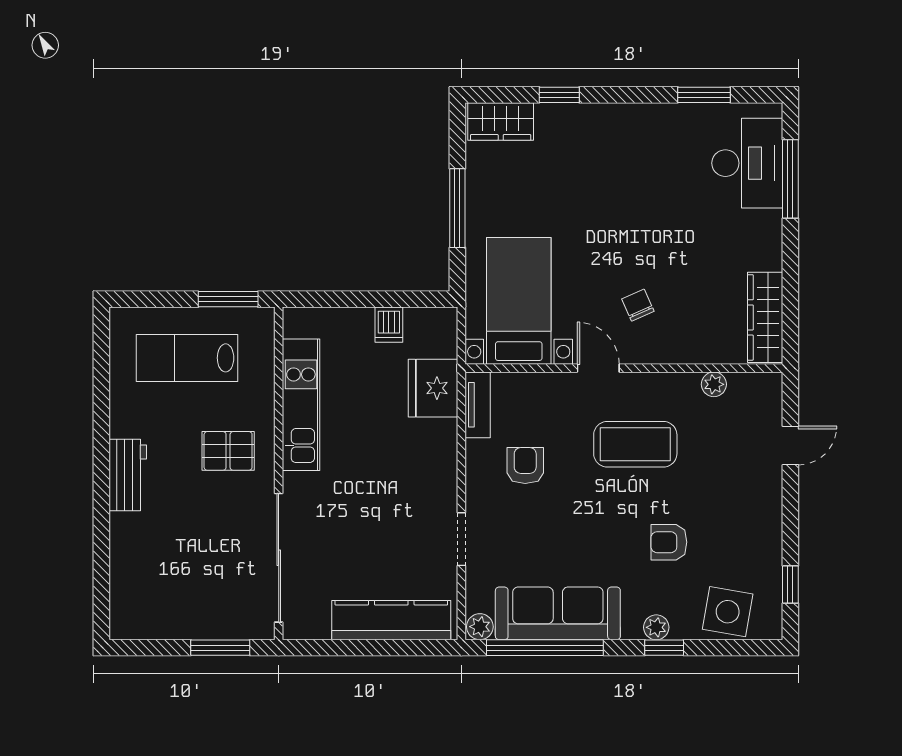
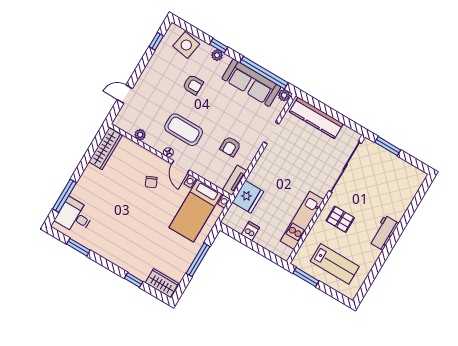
desk: (747, 163) -> (75, 216), width x0.73
floor lamp: (639, 383) -> (168, 152), added

